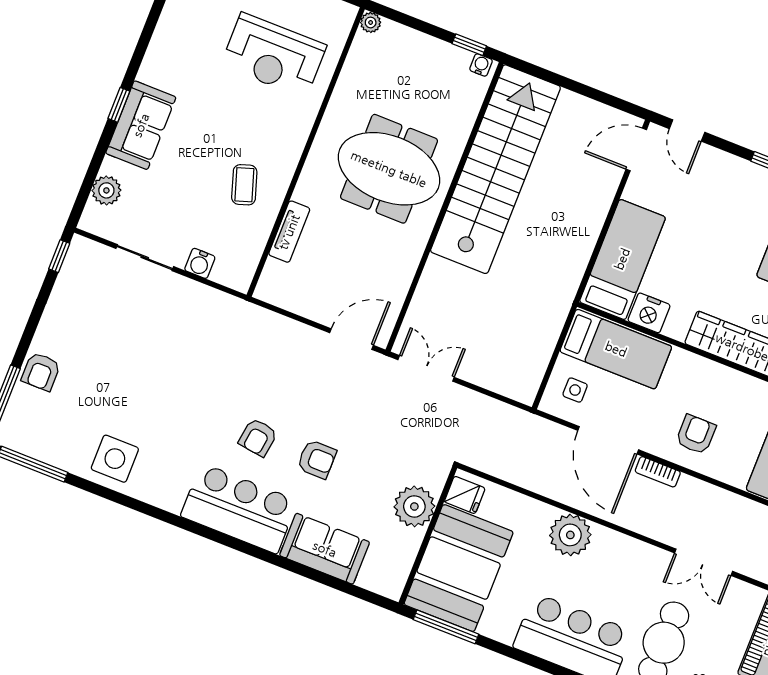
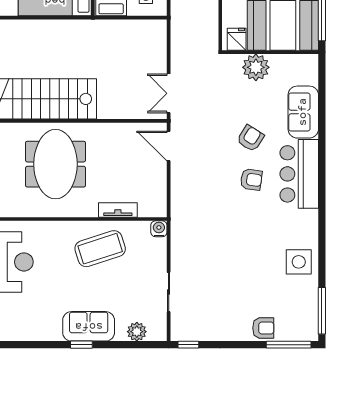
coffee table: (244, 185) -> (100, 249), width x1.86, depth x1.72
water cooler: (200, 263) -> (159, 229), moved, turned -90
armchair: (317, 459) -> (250, 138), turned 32

